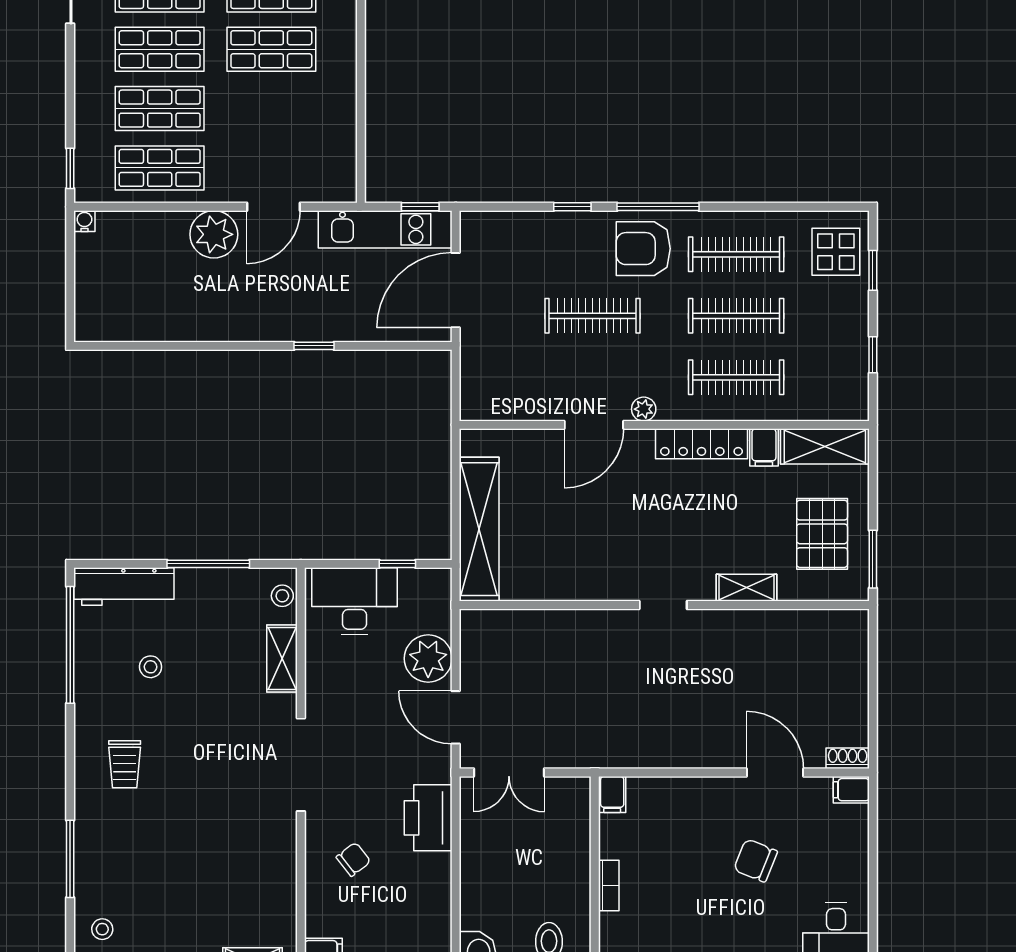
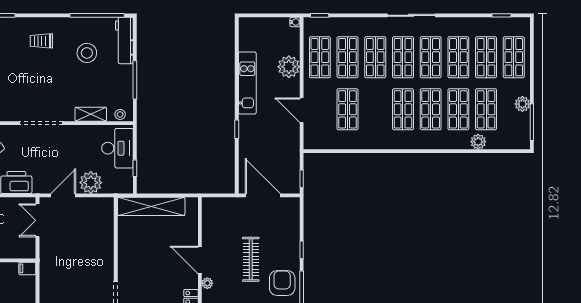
shop shelf: (271, 49) -> (348, 109), moved
kitchen unit: (385, 229) -> (247, 83), moved, turned 180
plant: (214, 234) -> (289, 67), moved
stool: (151, 667) -> (87, 53), width x1.89, depth x1.89

